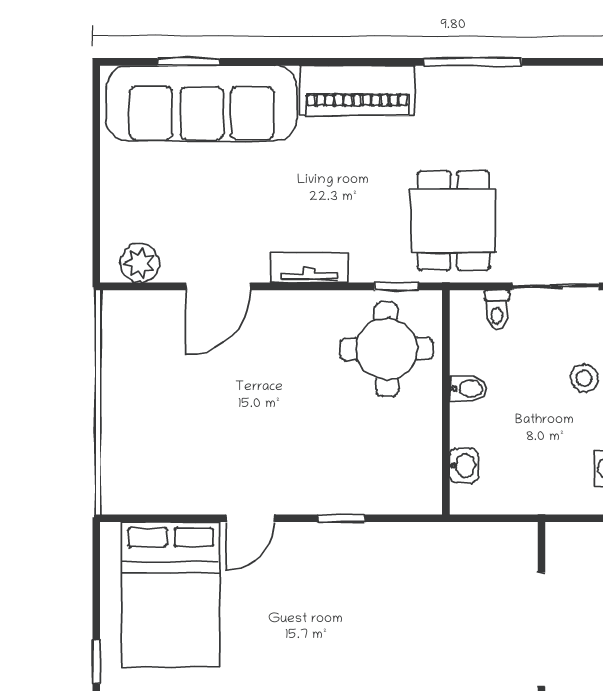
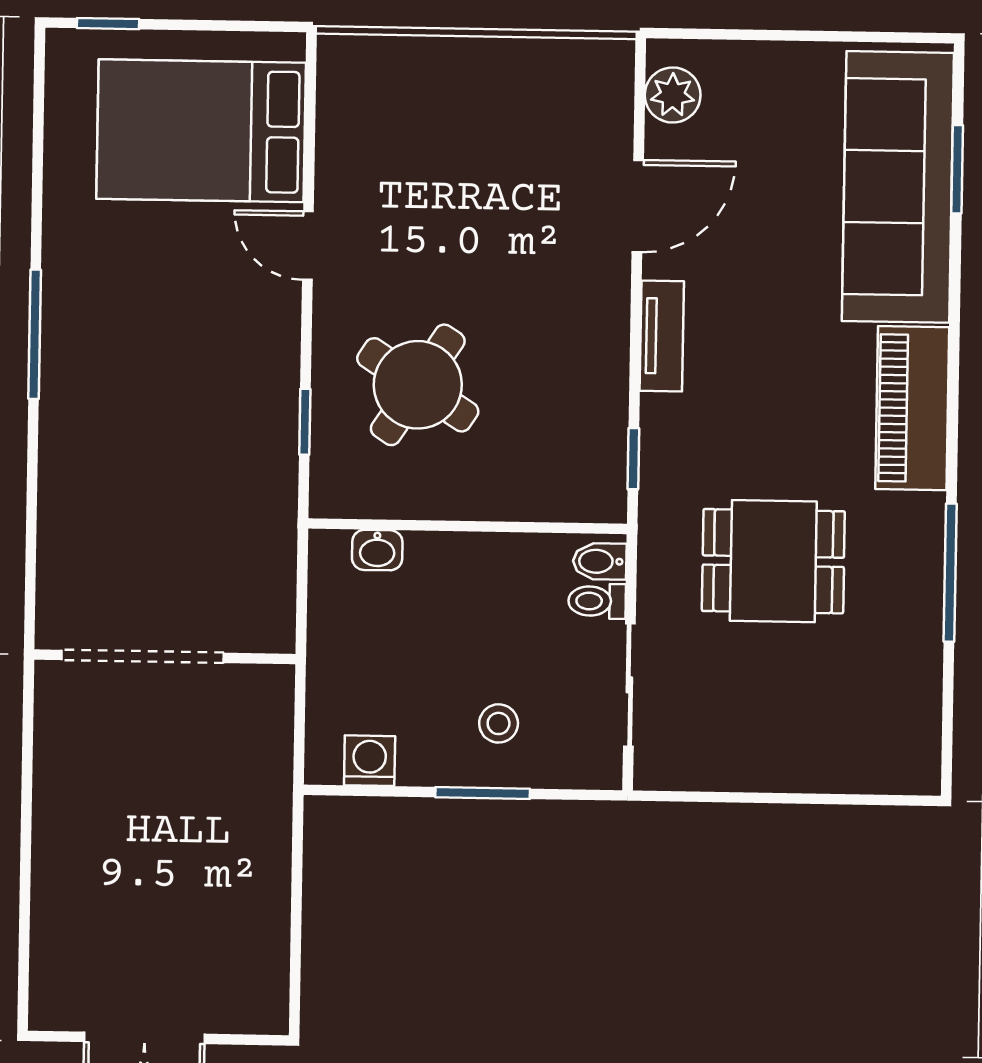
dining table: (454, 221) -> (773, 561), moved
door: (218, 286) -> (638, 206), swing flipped
round table: (387, 349) -> (418, 385), moved, turned 34
bidet: (468, 389) -> (600, 561), moved, turned 90
window: (341, 518) -> (305, 422), moved

